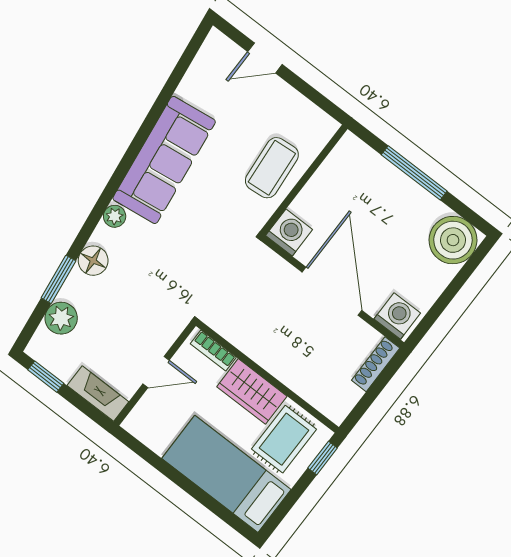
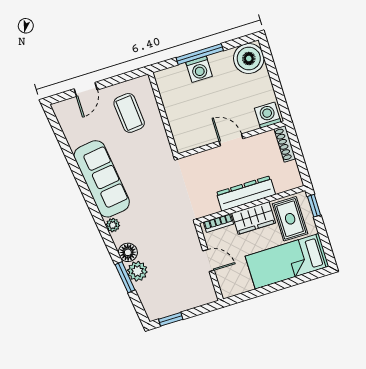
coffee table: (272, 168) -> (129, 113), moved
washing machine: (289, 233) -> (199, 69), moved, turned 180
door: (332, 291) -> (231, 140), width x0.53
plant: (61, 318) -> (137, 271), moved
dresser: (276, 359) -> (246, 193), added
door: (156, 372) -> (209, 260), hinge flipped
fireplace: (98, 394) -> (199, 298), removed

